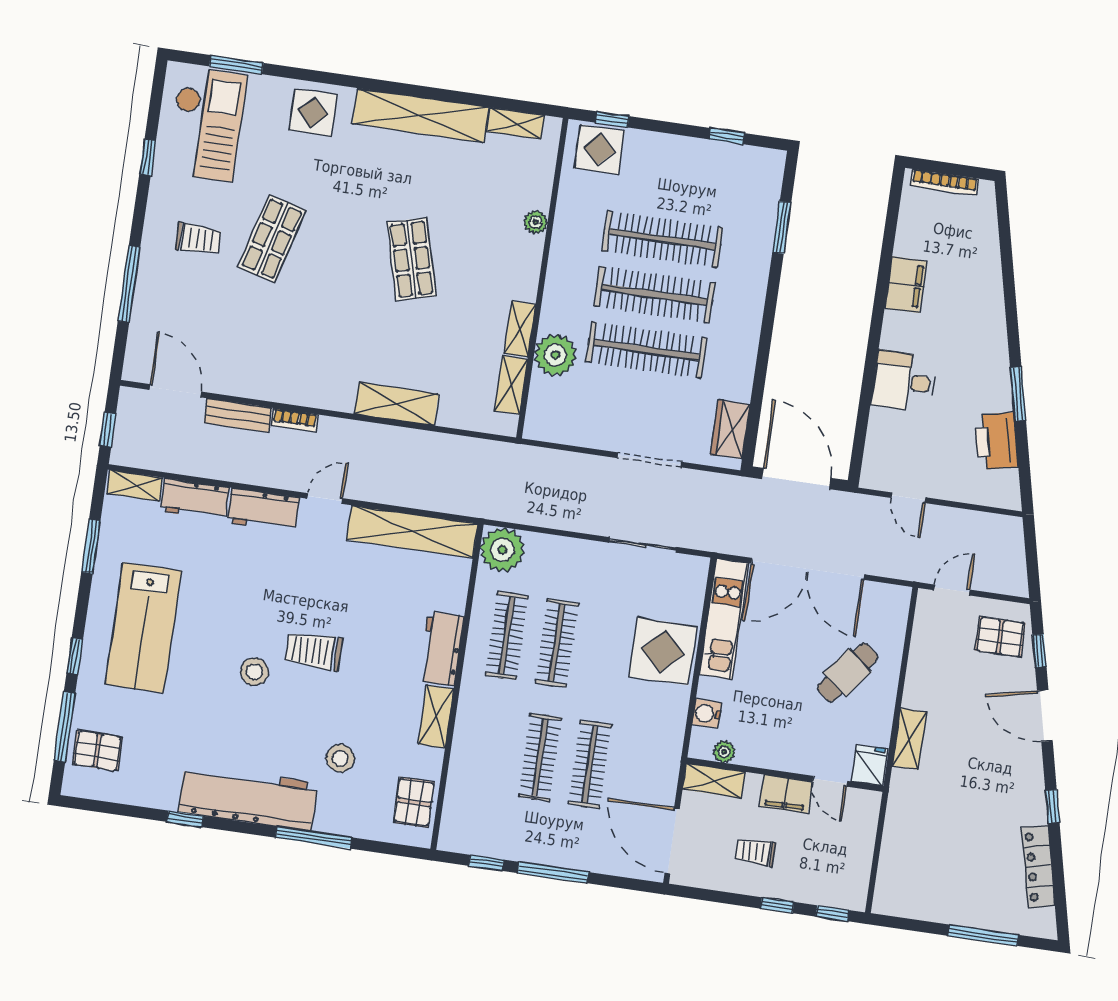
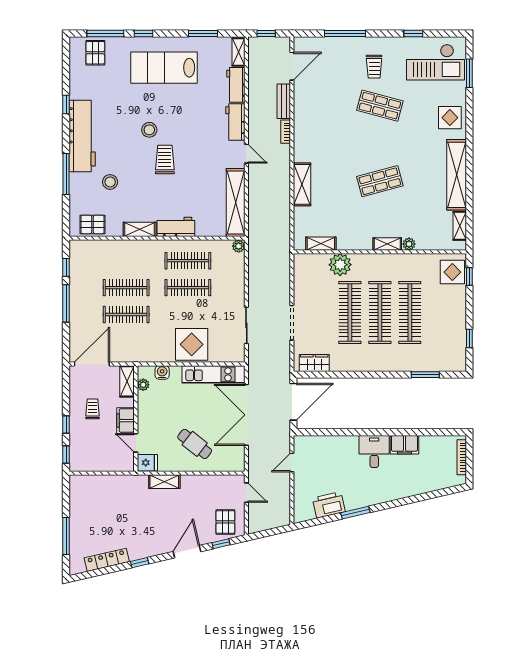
shelving: (520, 329) -> (387, 244), moved
desk: (904, 382) -> (374, 451), moved
plant: (502, 550) -> (239, 246), width x0.53, depth x0.53
door: (830, 781) -> (136, 443), hinge flipped

